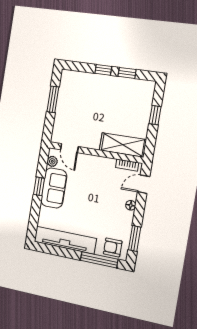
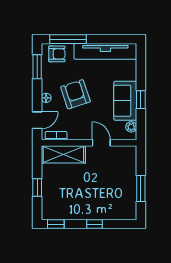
window: (127, 73) -> (56, 224), moved
door: (69, 148) -> (101, 143), moved
armchair: (101, 203) -> (75, 94), added

